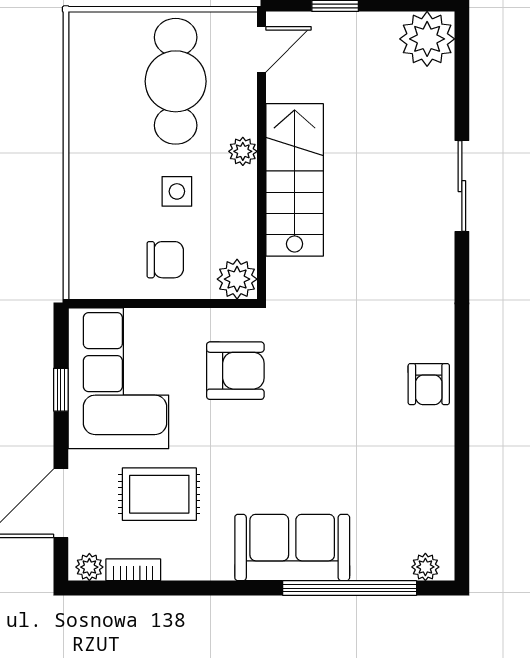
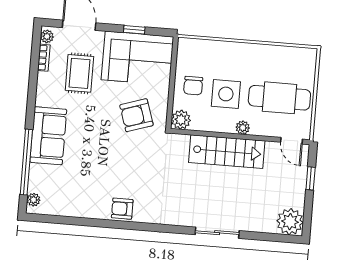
side table: (177, 191) -> (226, 94), width x1.87, depth x1.87
armchair: (235, 371) -> (136, 115), turned 72

